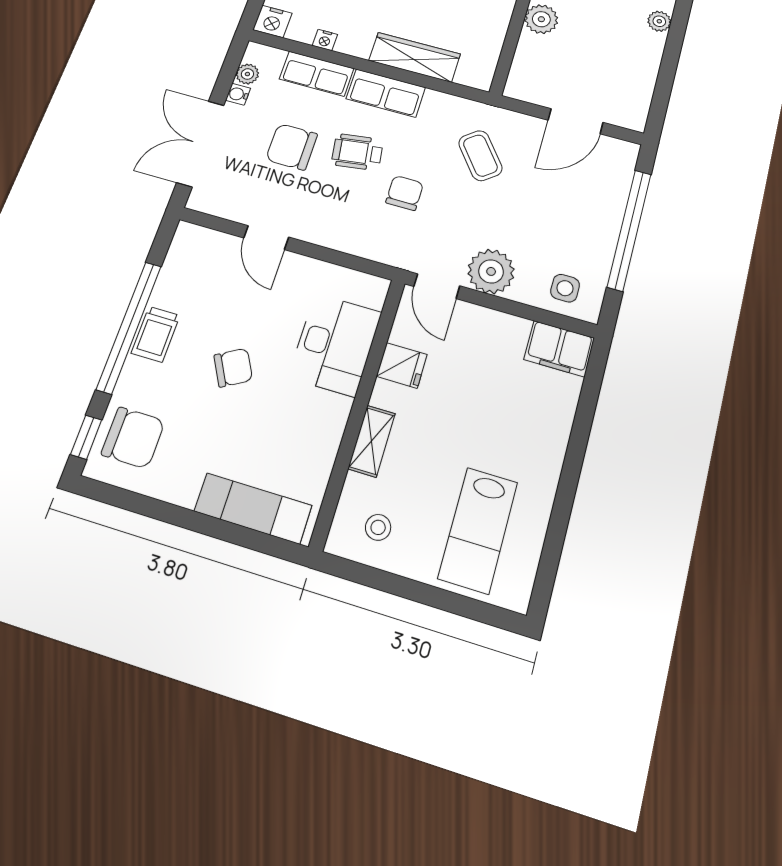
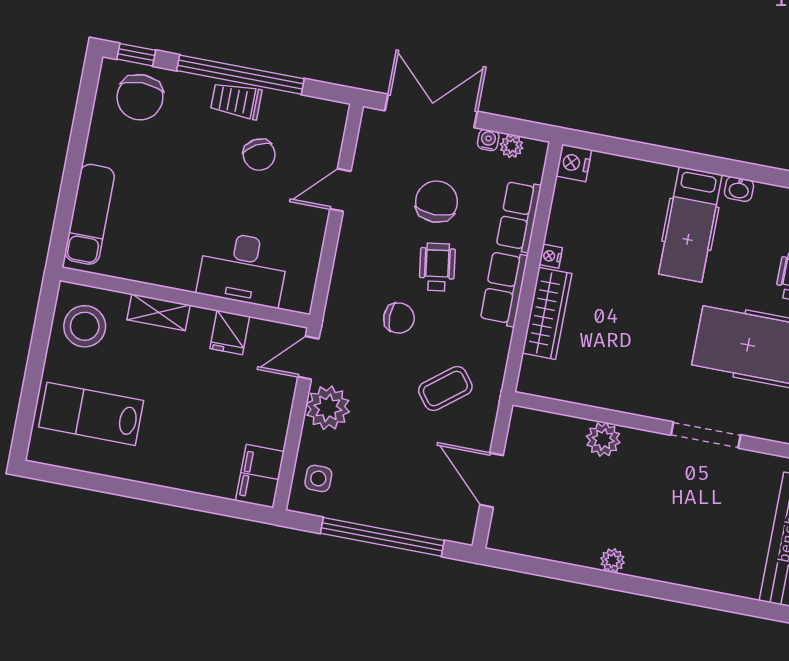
nightstand: (325, 40) -> (551, 256), moved
chair: (233, 368) -> (259, 155), moved
stool: (378, 527) -> (85, 326), width x1.89, depth x1.89

